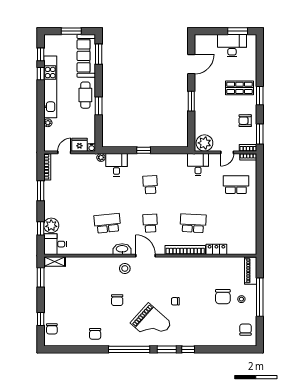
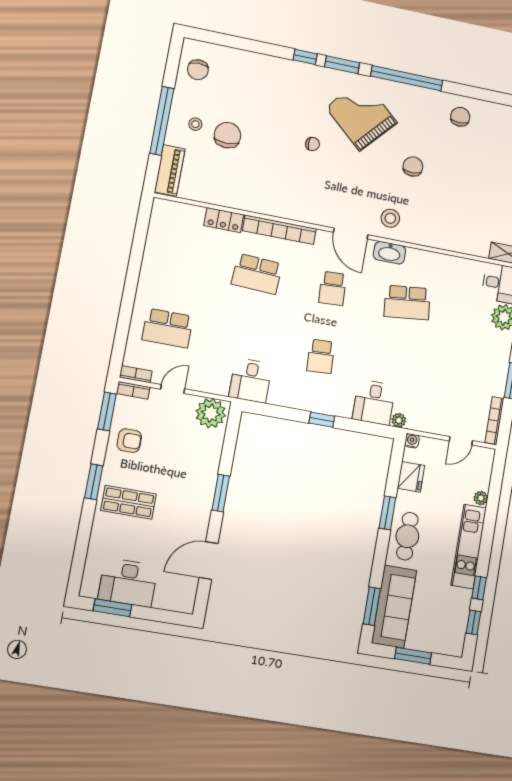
kitchen unit: (50, 87) -> (469, 547), width x0.73
fridge: (79, 145) -> (411, 477), moved, turned -90
desk: (198, 164) -> (250, 380), moved

